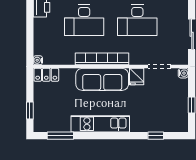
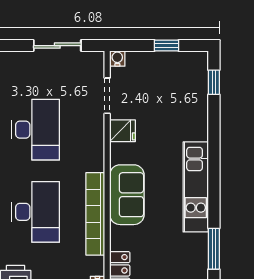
bookcase: (102, 59) -> (95, 214), moved
sofa: (102, 79) -> (127, 195), width x0.73
window: (156, 136) -> (214, 82), moved

